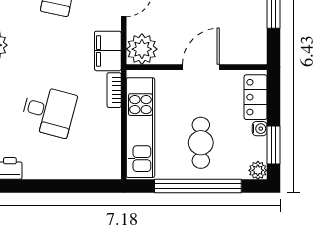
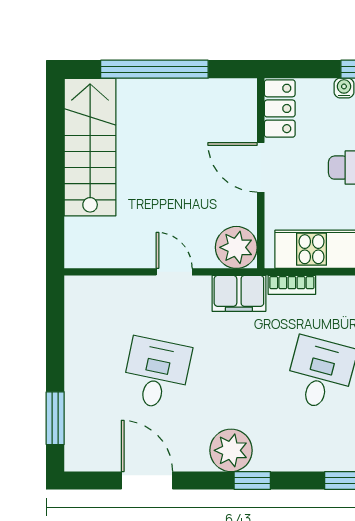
locker: (256, 97) -> (280, 108), moved, turned -90

